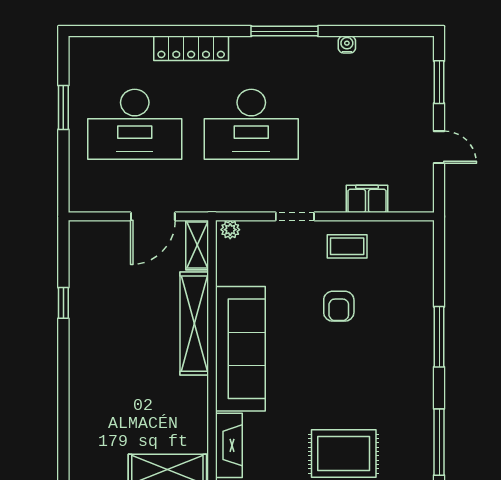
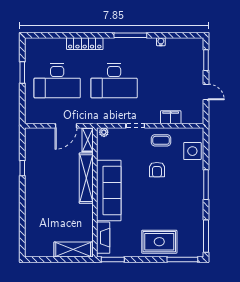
side table: (411, 268) -> (192, 151), added

